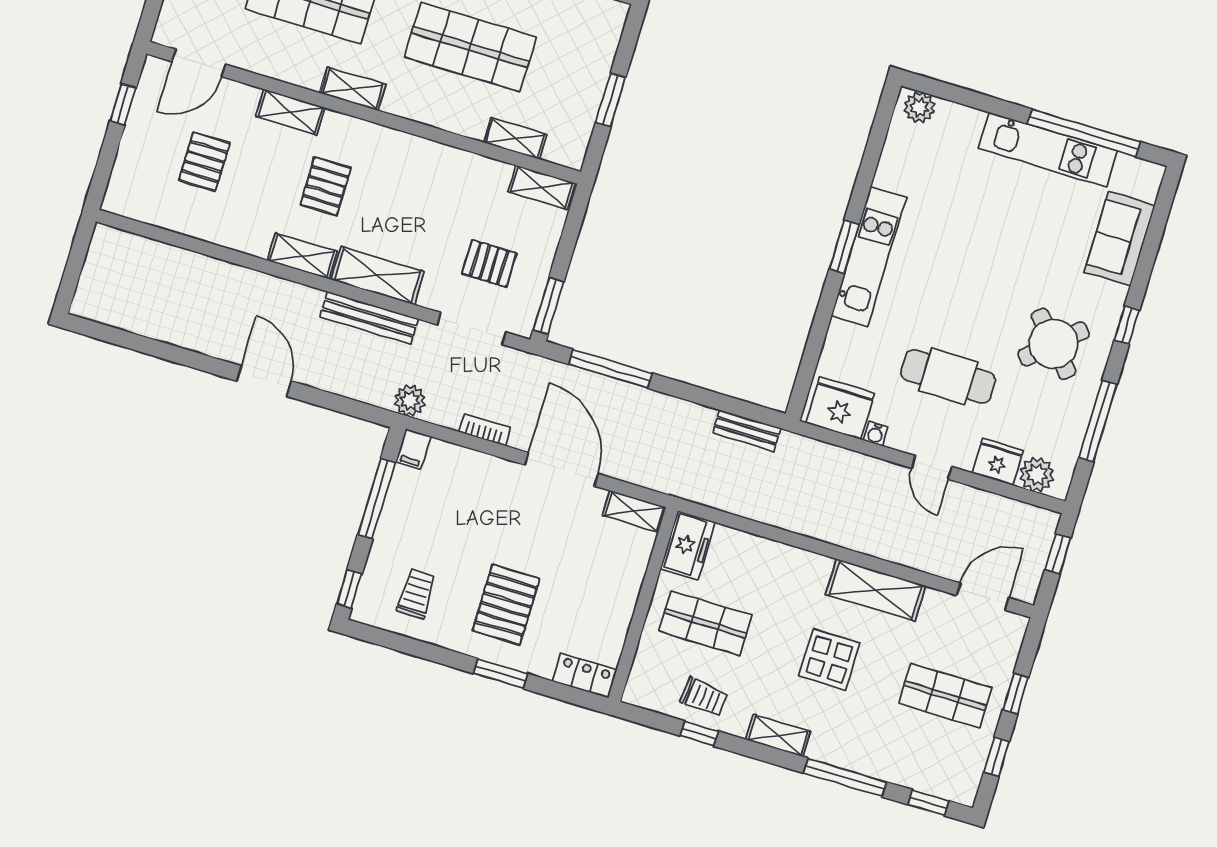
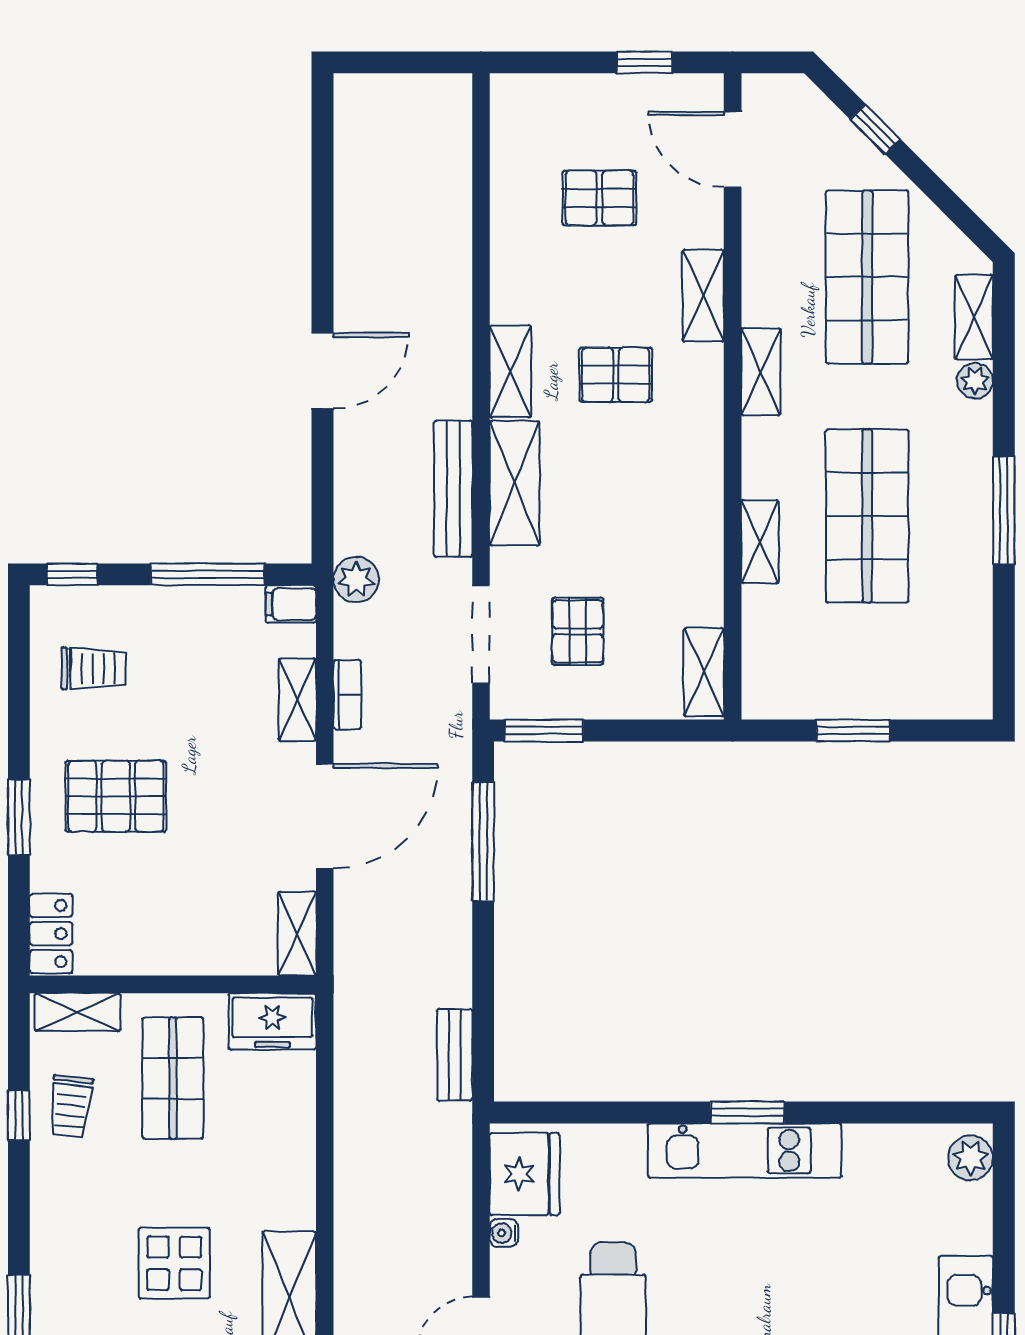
shelving: (515, 139) -> (760, 542), moved
shelving: (478, 464) -> (297, 700), added
shelving: (778, 736) -> (78, 1012), moved, turned 90

